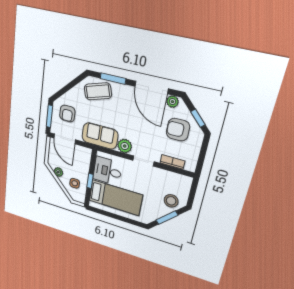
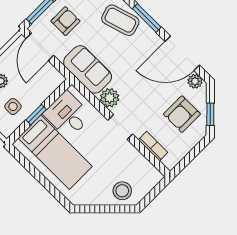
door: (151, 87) -> (182, 53), hinge flipped
armchair: (67, 114) -> (65, 21), turned 180
armchair: (178, 130) -> (182, 114), turned -90
window: (167, 218) -> (104, 209), removed

